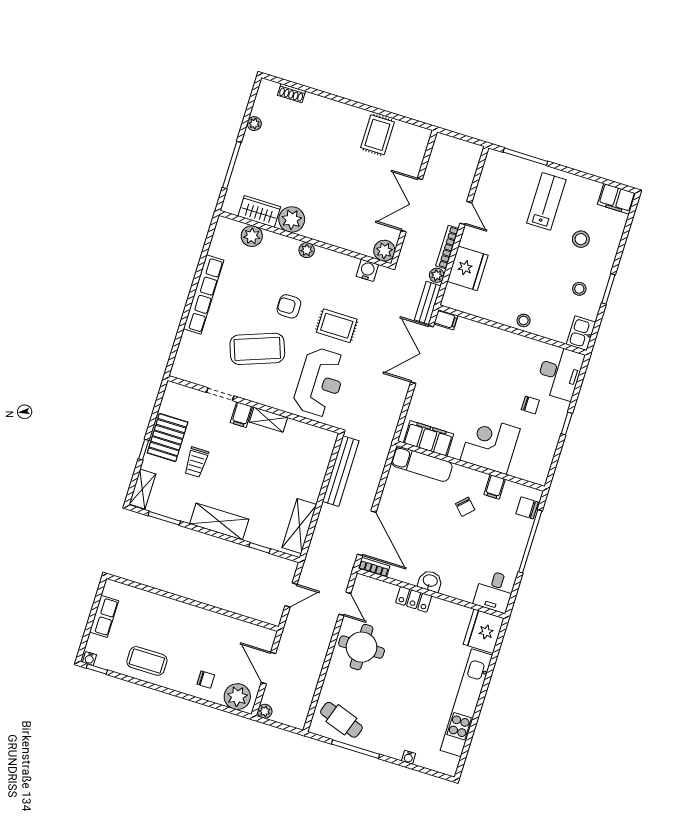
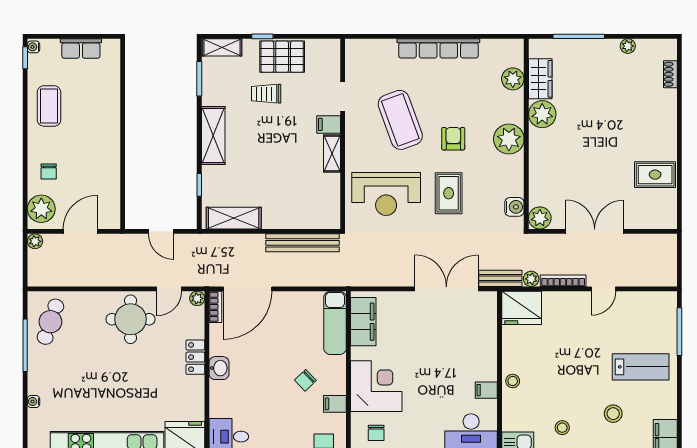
plant: (307, 250) -> (509, 139), width x1.88, depth x1.88
fridge: (468, 268) -> (522, 308), moved
filing cabinet: (446, 320) -> (486, 390), moved, turned 90
chair: (530, 405) -> (376, 433), moved
plant: (361, 581) -> (197, 298), added

